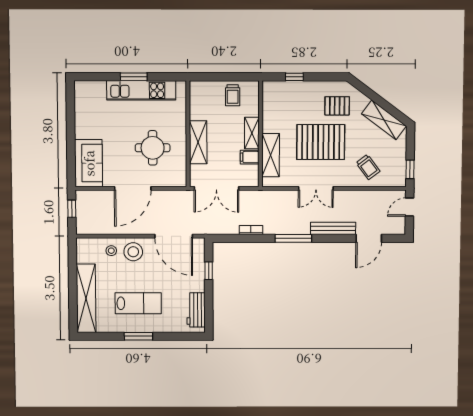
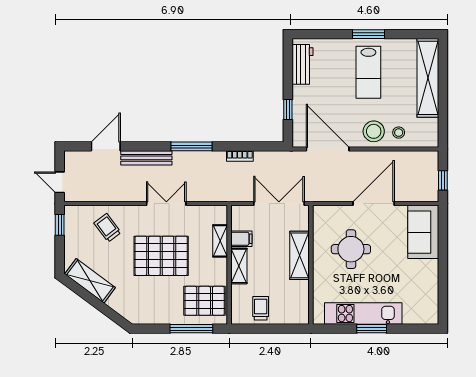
window: (294, 77) -> (191, 329), width x2.17
pallet: (337, 106) -> (205, 301), moved, width x1.50, depth x1.42
shelving: (271, 155) -> (220, 241), width x0.67, depth x0.75
door: (410, 207) -> (60, 182), swing flipped
lab bench: (138, 303) -> (368, 72), turned -90

